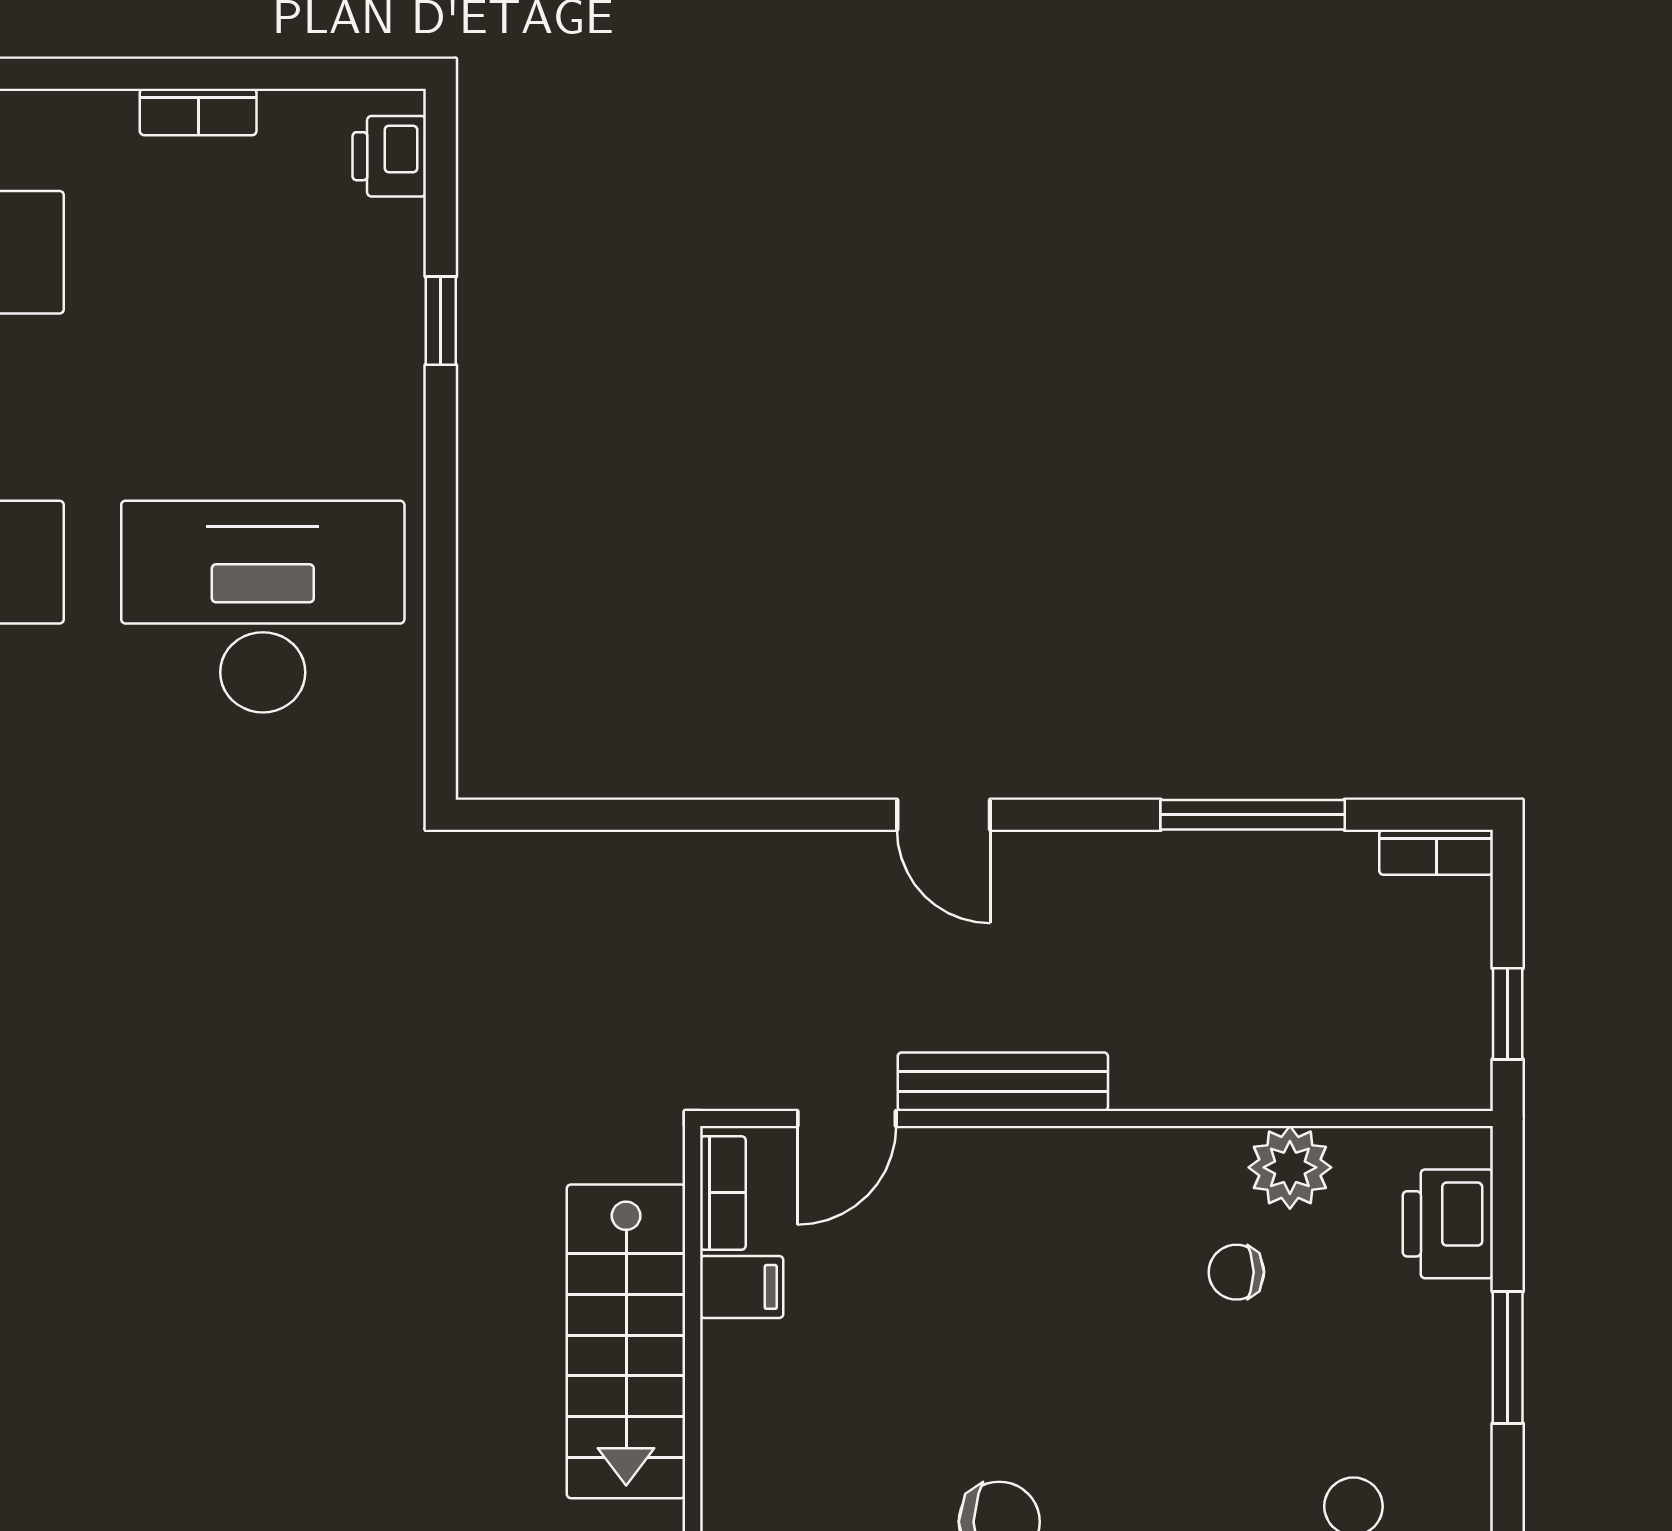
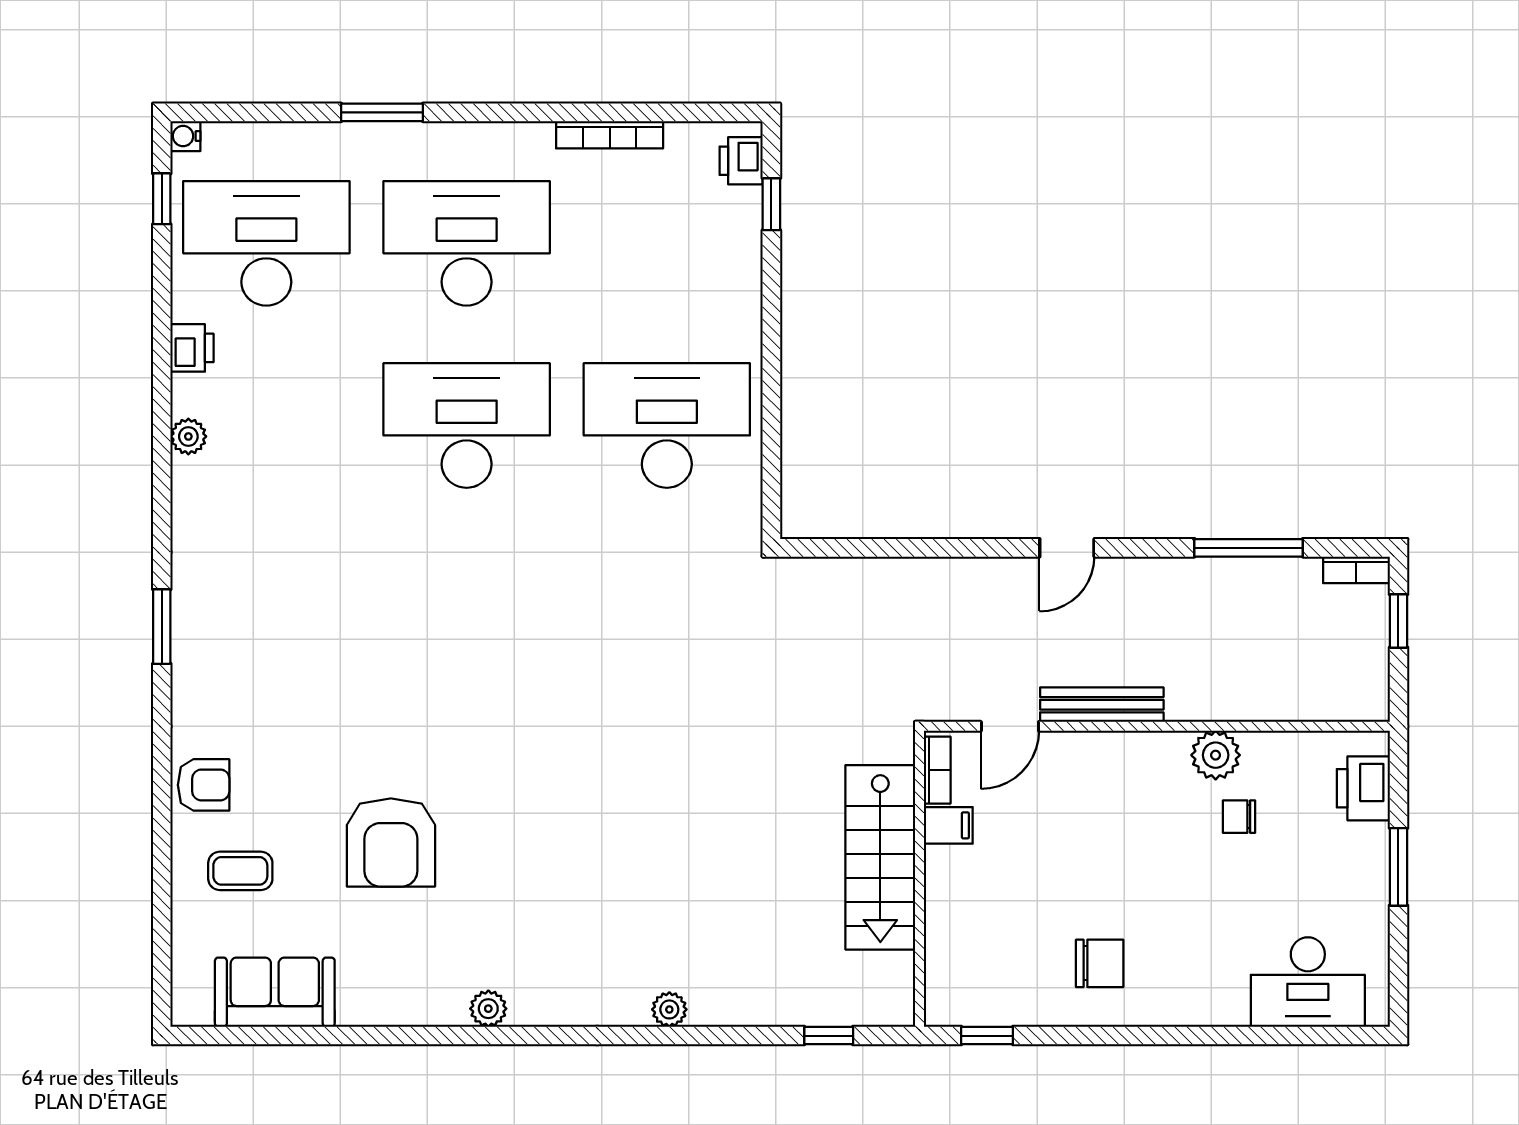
bookcase: (198, 112) -> (610, 135), width x1.56
window: (441, 321) -> (771, 204), moved
door: (944, 815) -> (1067, 548), hinge flipped
window: (1508, 1014) -> (1398, 621), moved
plant: (1290, 1167) -> (1216, 755), moved

